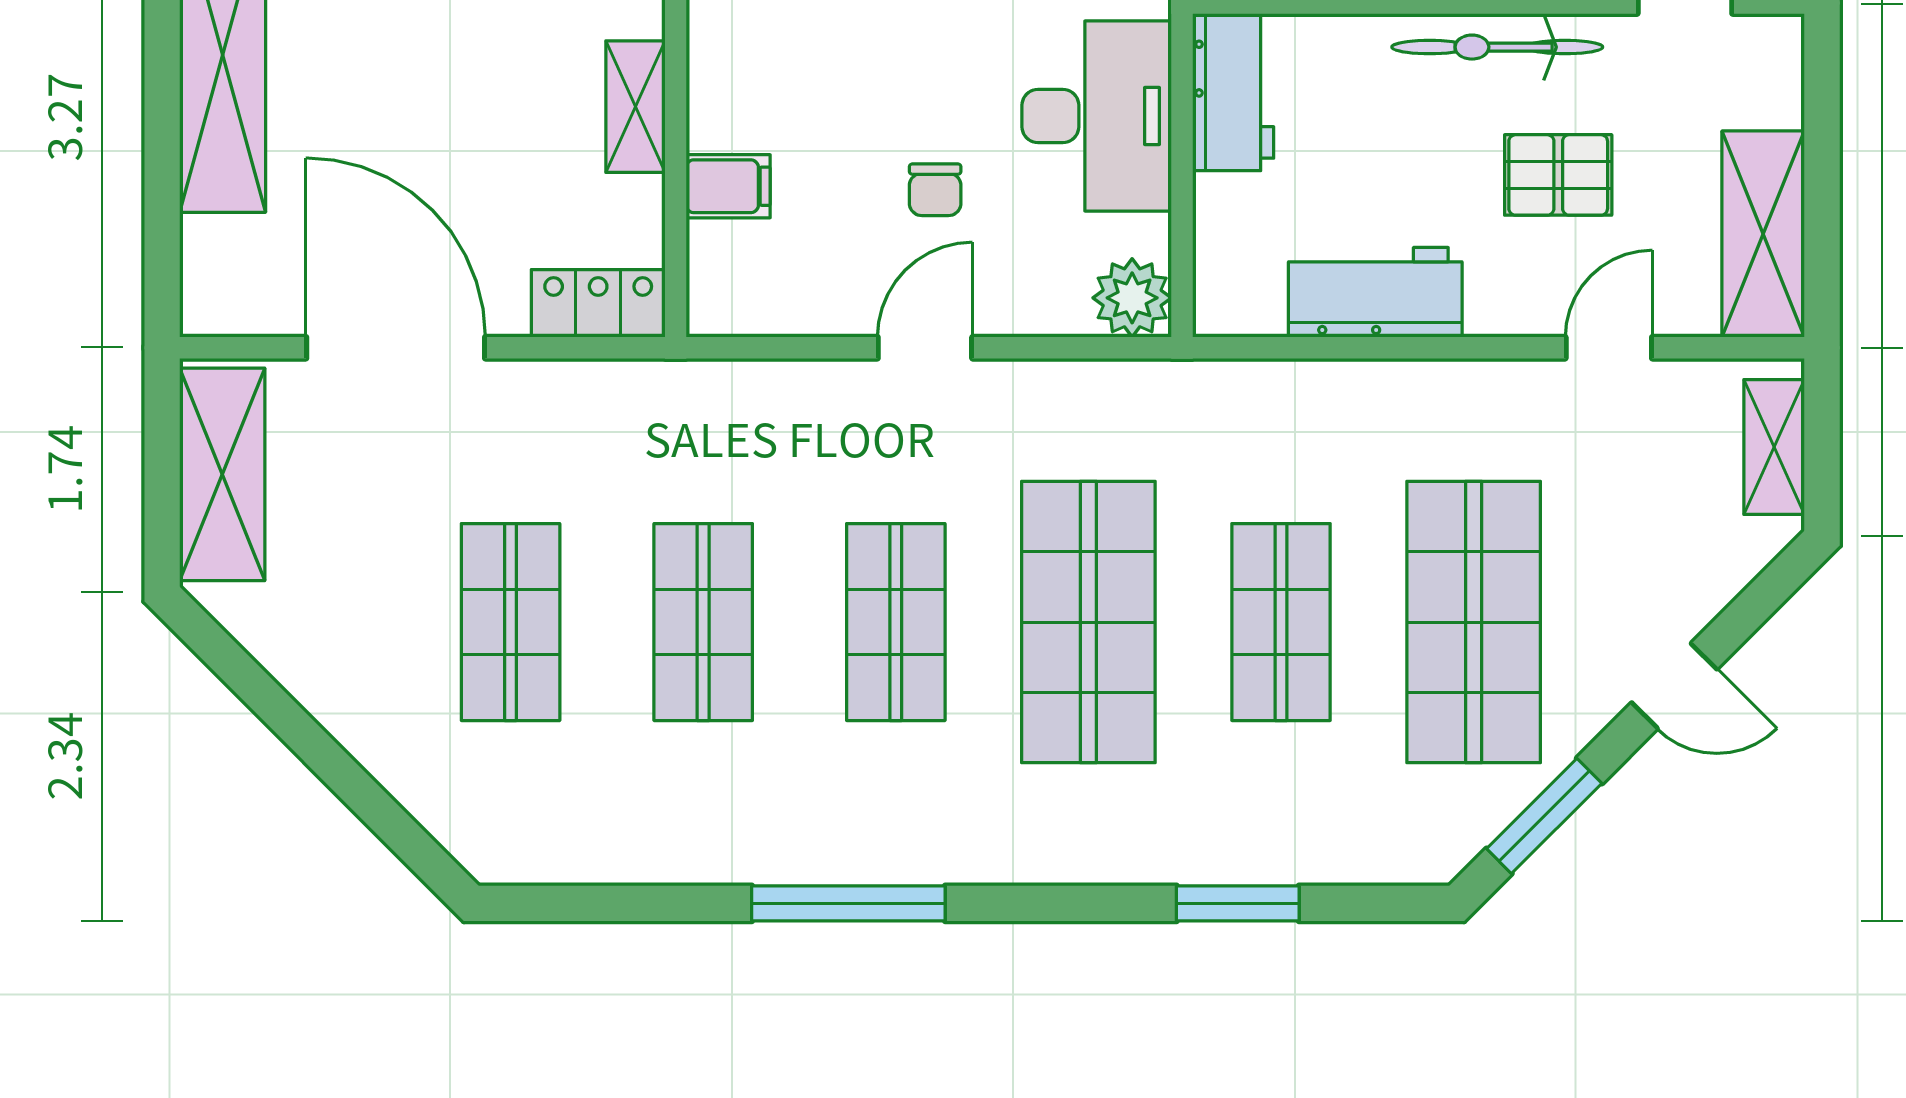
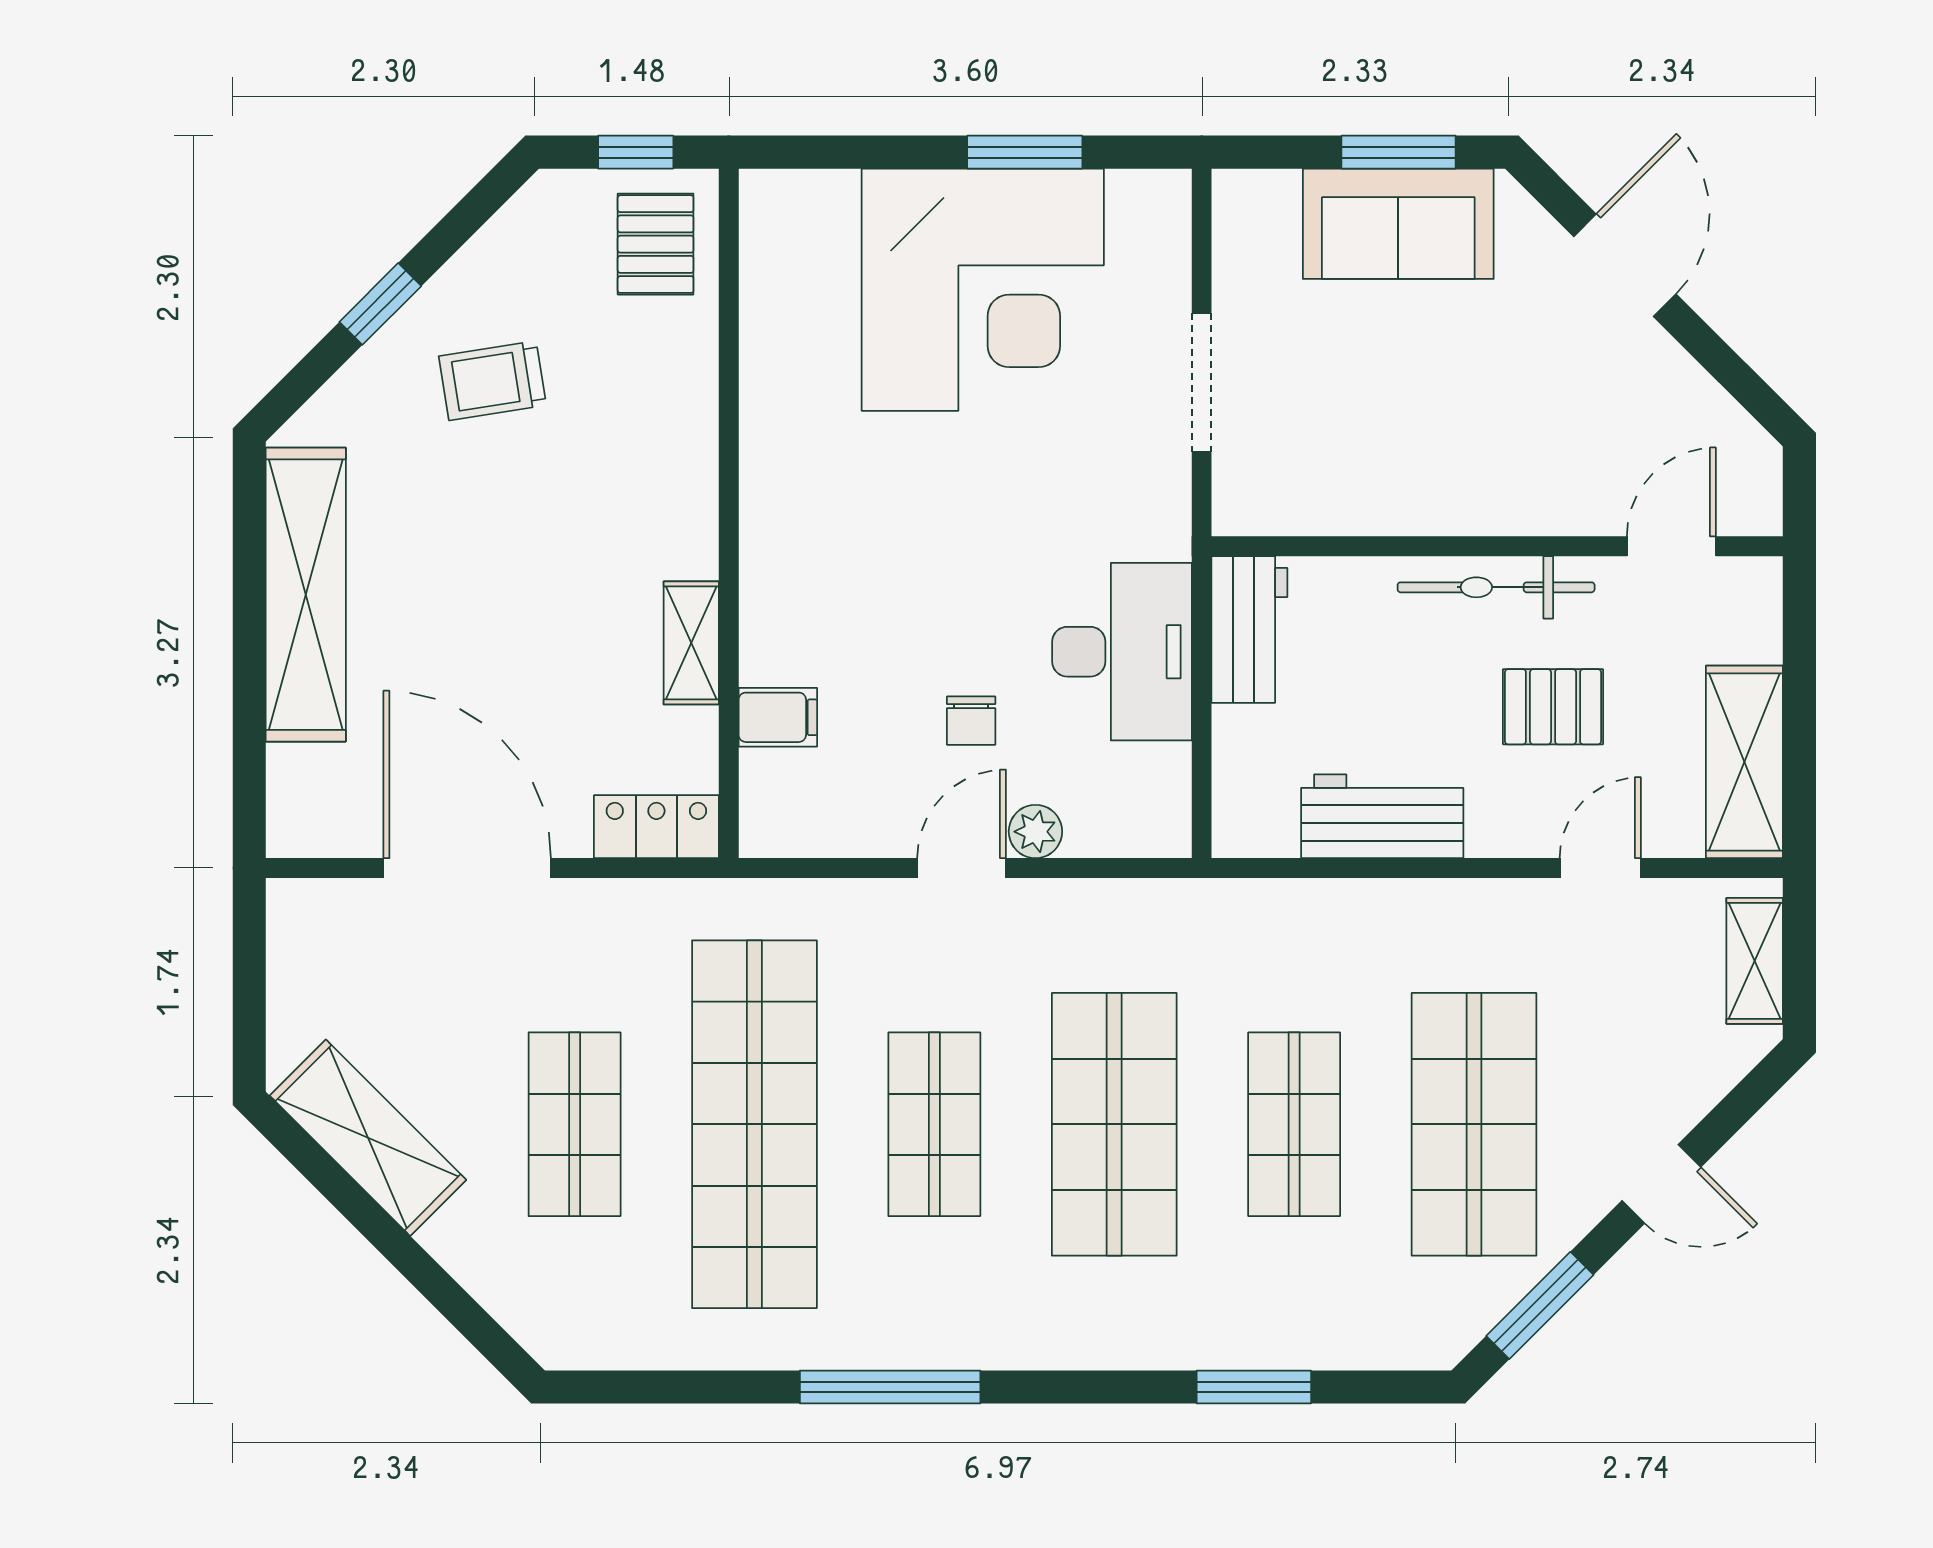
plant: (1132, 298) -> (1035, 832), moved, width x0.73, depth x0.73
shelving: (222, 474) -> (368, 1138), moved, turned -45
shop shelf: (703, 622) -> (754, 1124), width x2.00, depth x1.36

